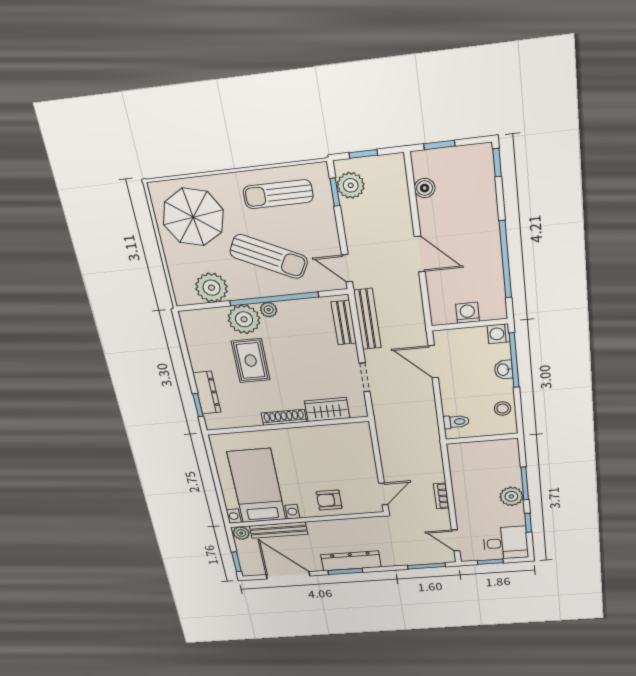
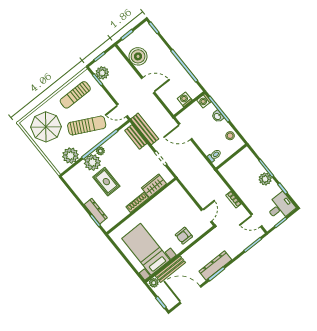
boiler: (425, 188) -> (138, 56), width x1.86, depth x1.86

